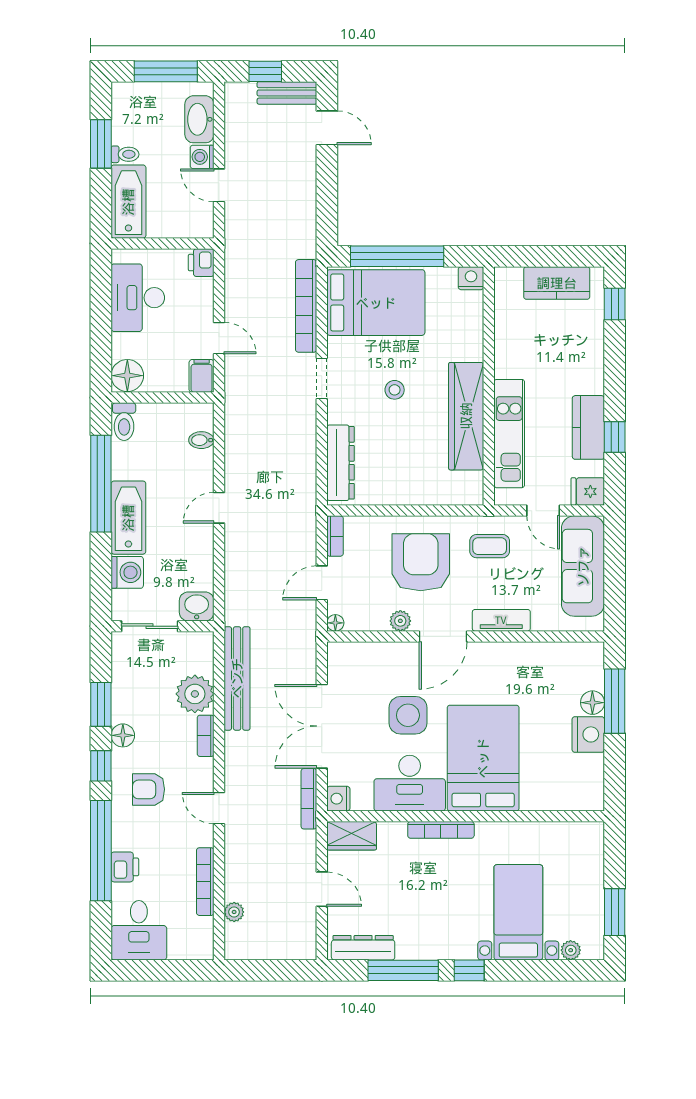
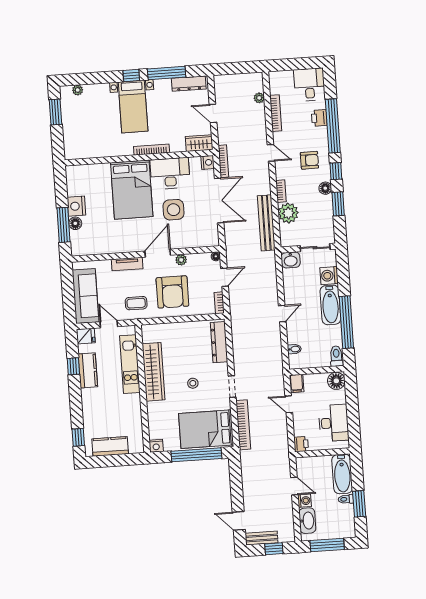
bed with nightstands: (518, 912) -> (133, 107), moved

